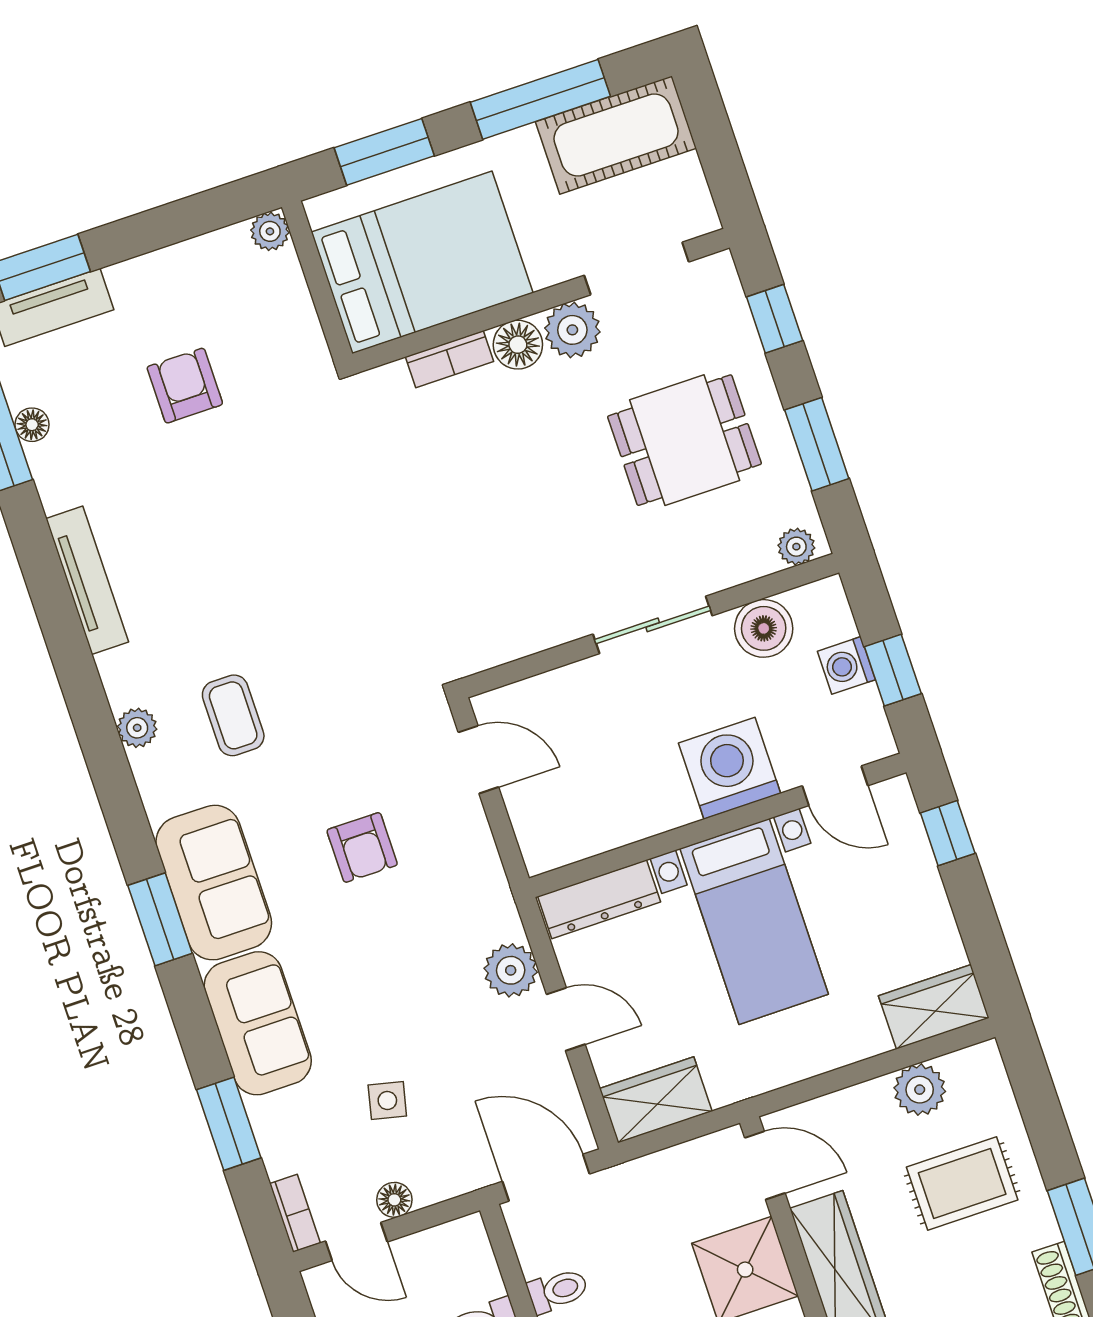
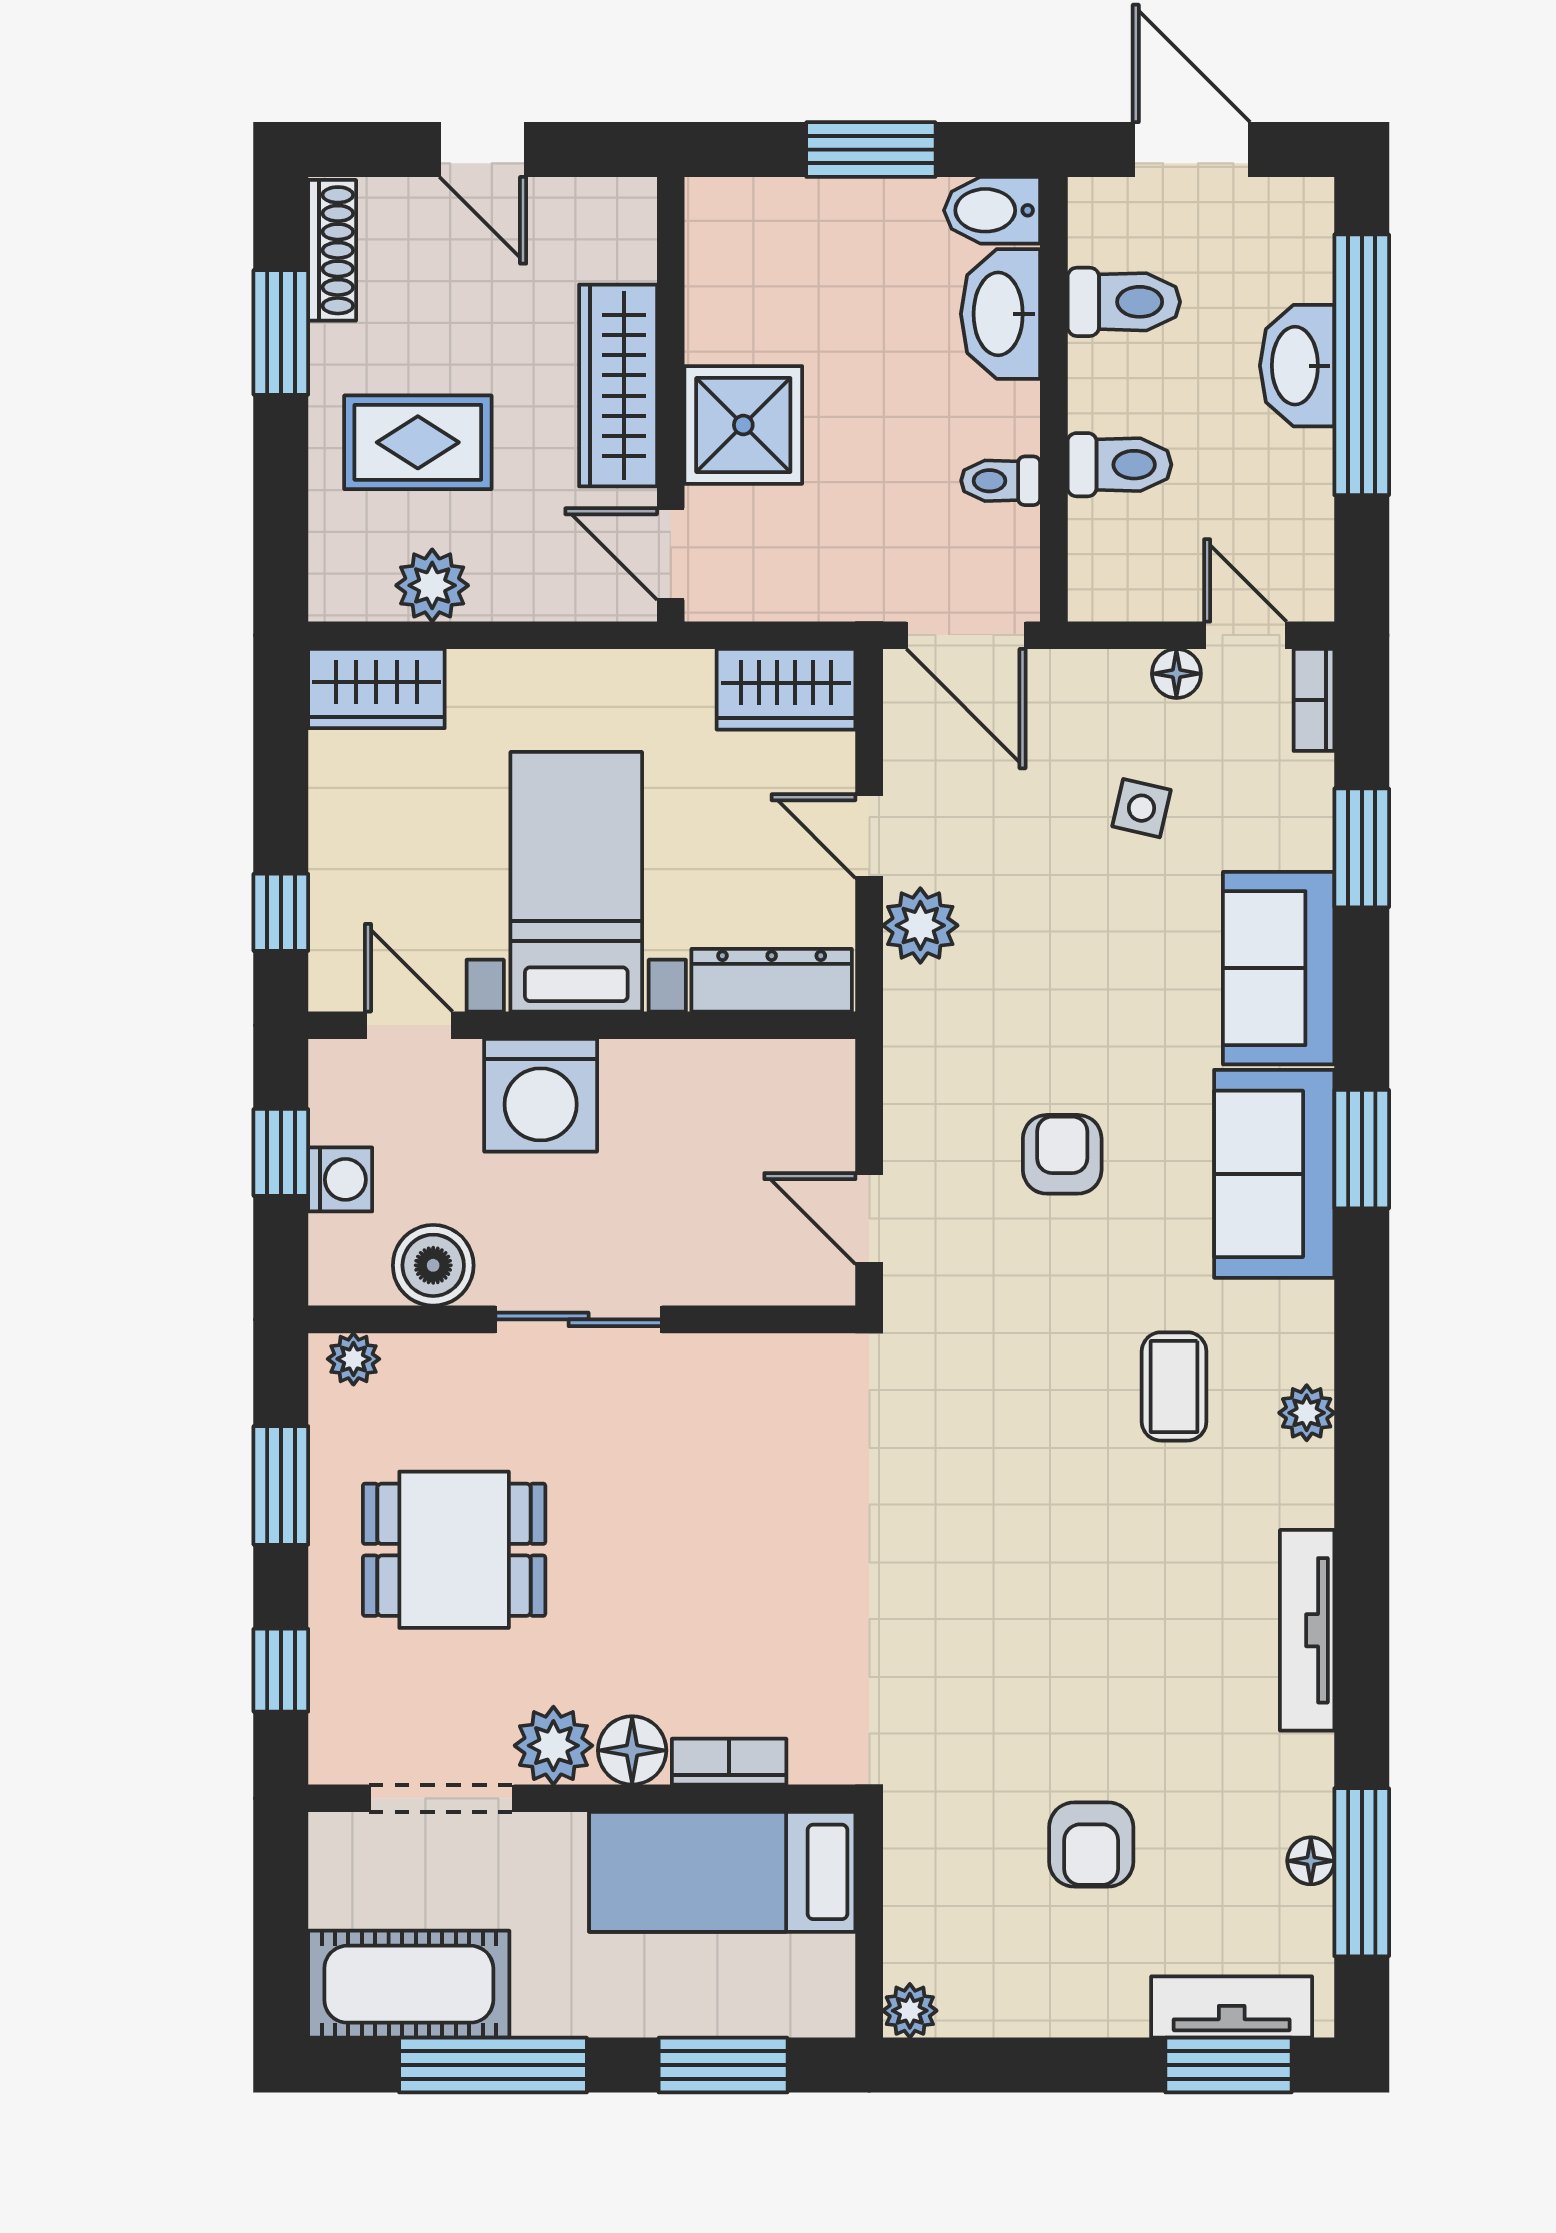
bed: (422, 262) -> (722, 1872), width x0.67

